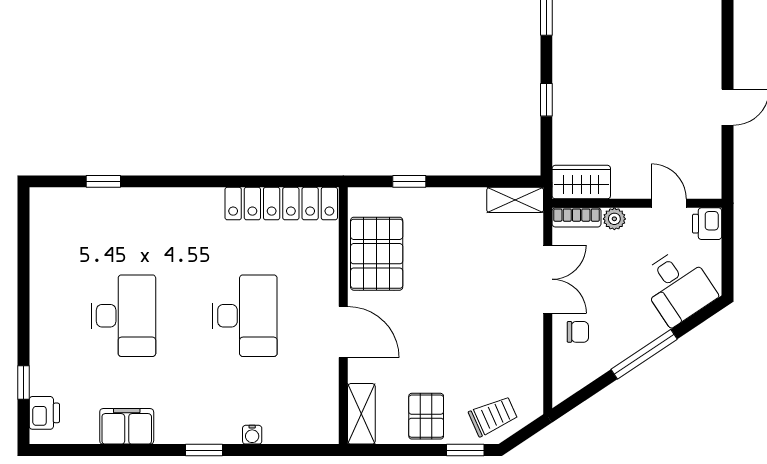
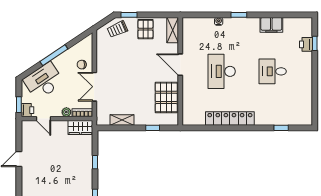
shelving: (515, 200) -> (122, 120), moved
locker: (281, 204) -> (230, 119), moved
window: (727, 237) -> (19, 105), added
desk: (678, 286) -> (44, 81), width x1.37
desk: (123, 316) -> (273, 71), width x0.73
printer: (44, 413) -> (306, 44), moved

